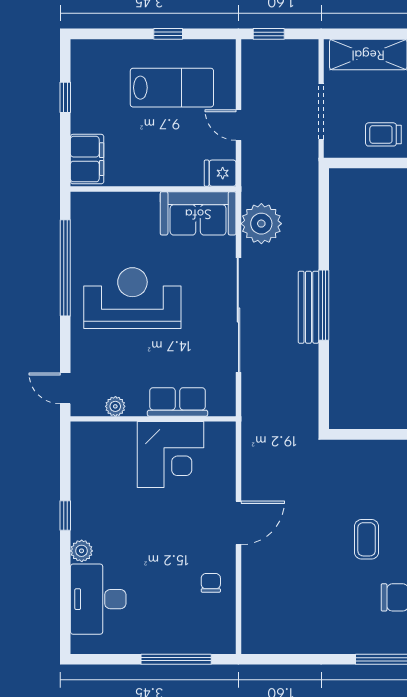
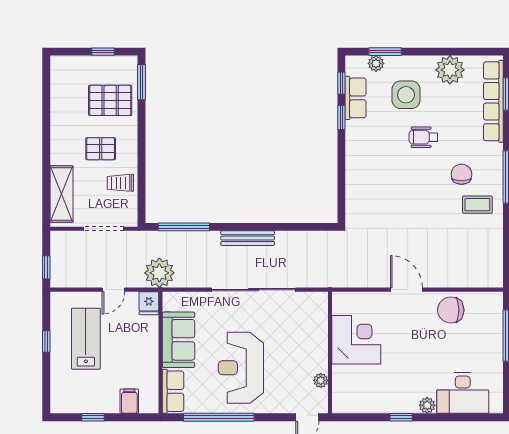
trolley: (383, 134) -> (120, 183), turned 90
filing cabinet: (87, 159) -> (129, 401), width x0.50
sofa: (198, 213) -> (178, 340), moved
plant: (261, 224) -> (159, 273), moved
window: (324, 305) -> (184, 227), moved
row of seats: (178, 402) -> (173, 391), moved, turned 180
coffee table: (367, 539) -> (477, 205), moved
chair: (211, 583) -> (451, 310), width x1.87, depth x1.87

